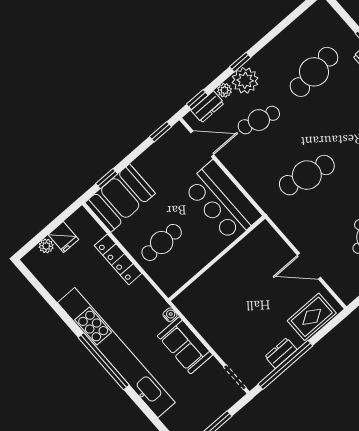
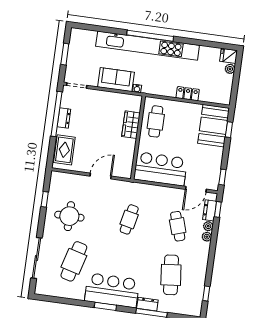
window: (240, 62) -> (206, 294), moved
plant: (245, 80) -> (207, 237), width x0.53, depth x0.53
cafe table: (259, 120) -> (178, 226), turned -33
cafe table: (307, 175) -> (129, 219), width x0.73, depth x0.74
fridge: (63, 237) -> (229, 56), moved
cafe table: (162, 242) -> (156, 121), moved
locker: (118, 259) -> (188, 94), width x0.66
door: (309, 266) -> (101, 176), moved
wardrobe: (212, 280) -> (131, 125), added

